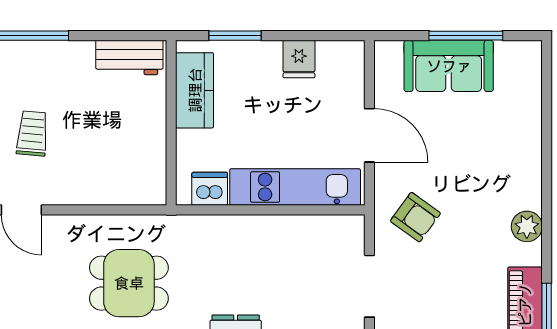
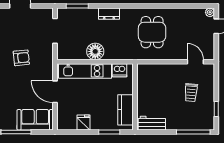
sofa: (449, 66) -> (35, 120), moved
armchair: (415, 217) -> (21, 58), moved, turned 138
floor lamp: (270, 235) -> (95, 51), added
dining table: (129, 283) -> (152, 32), turned 90

